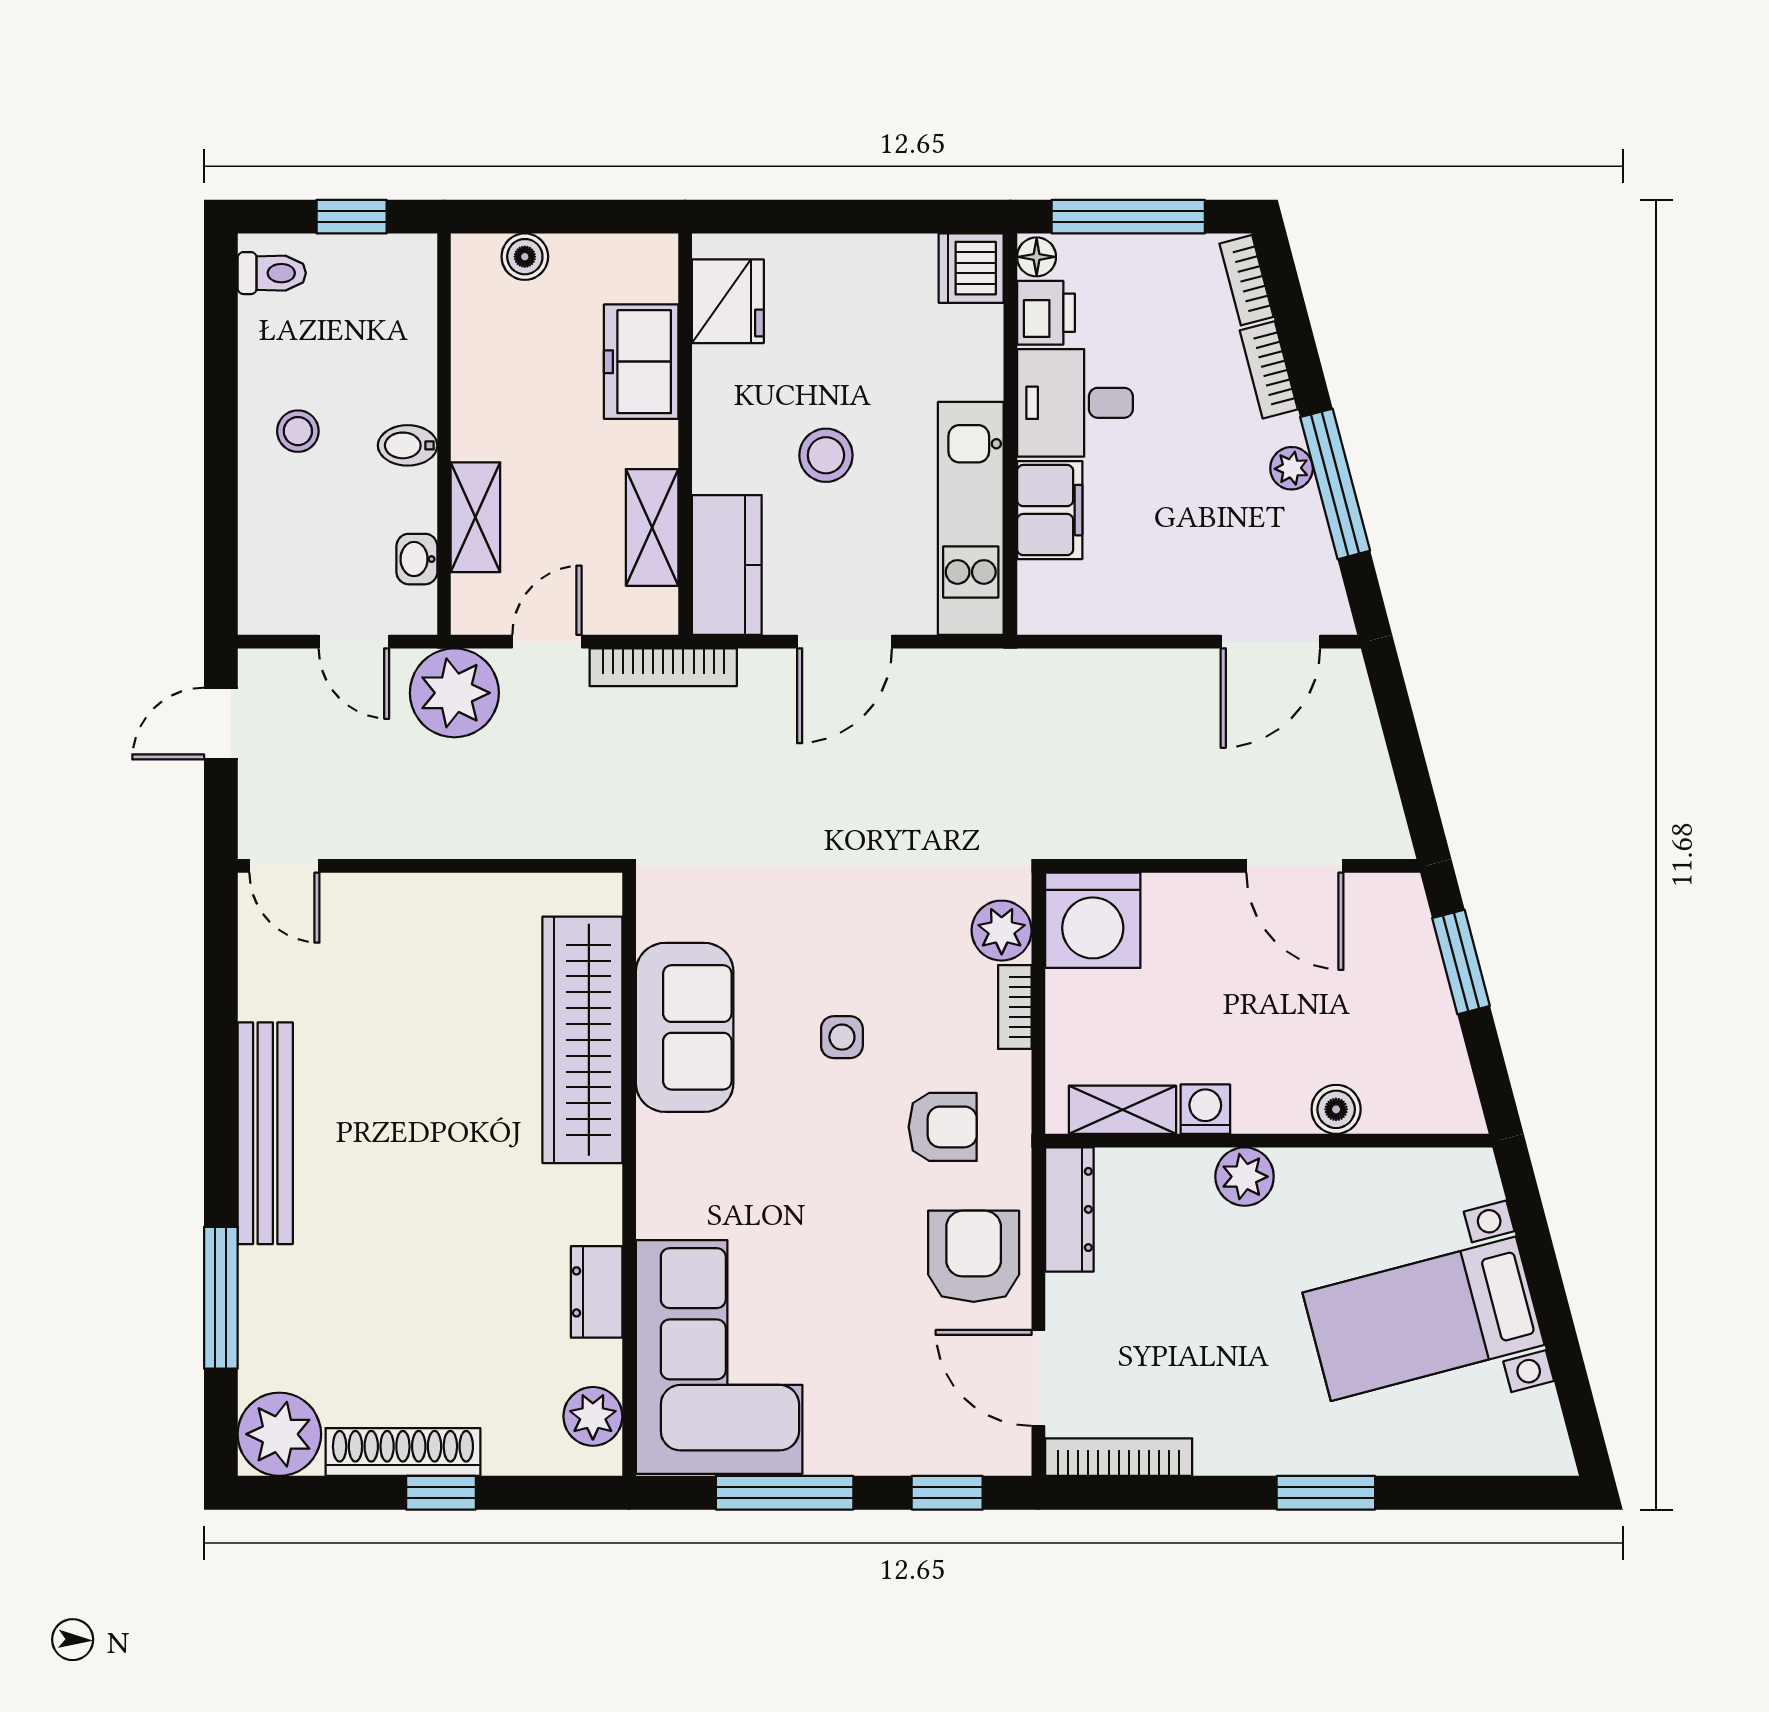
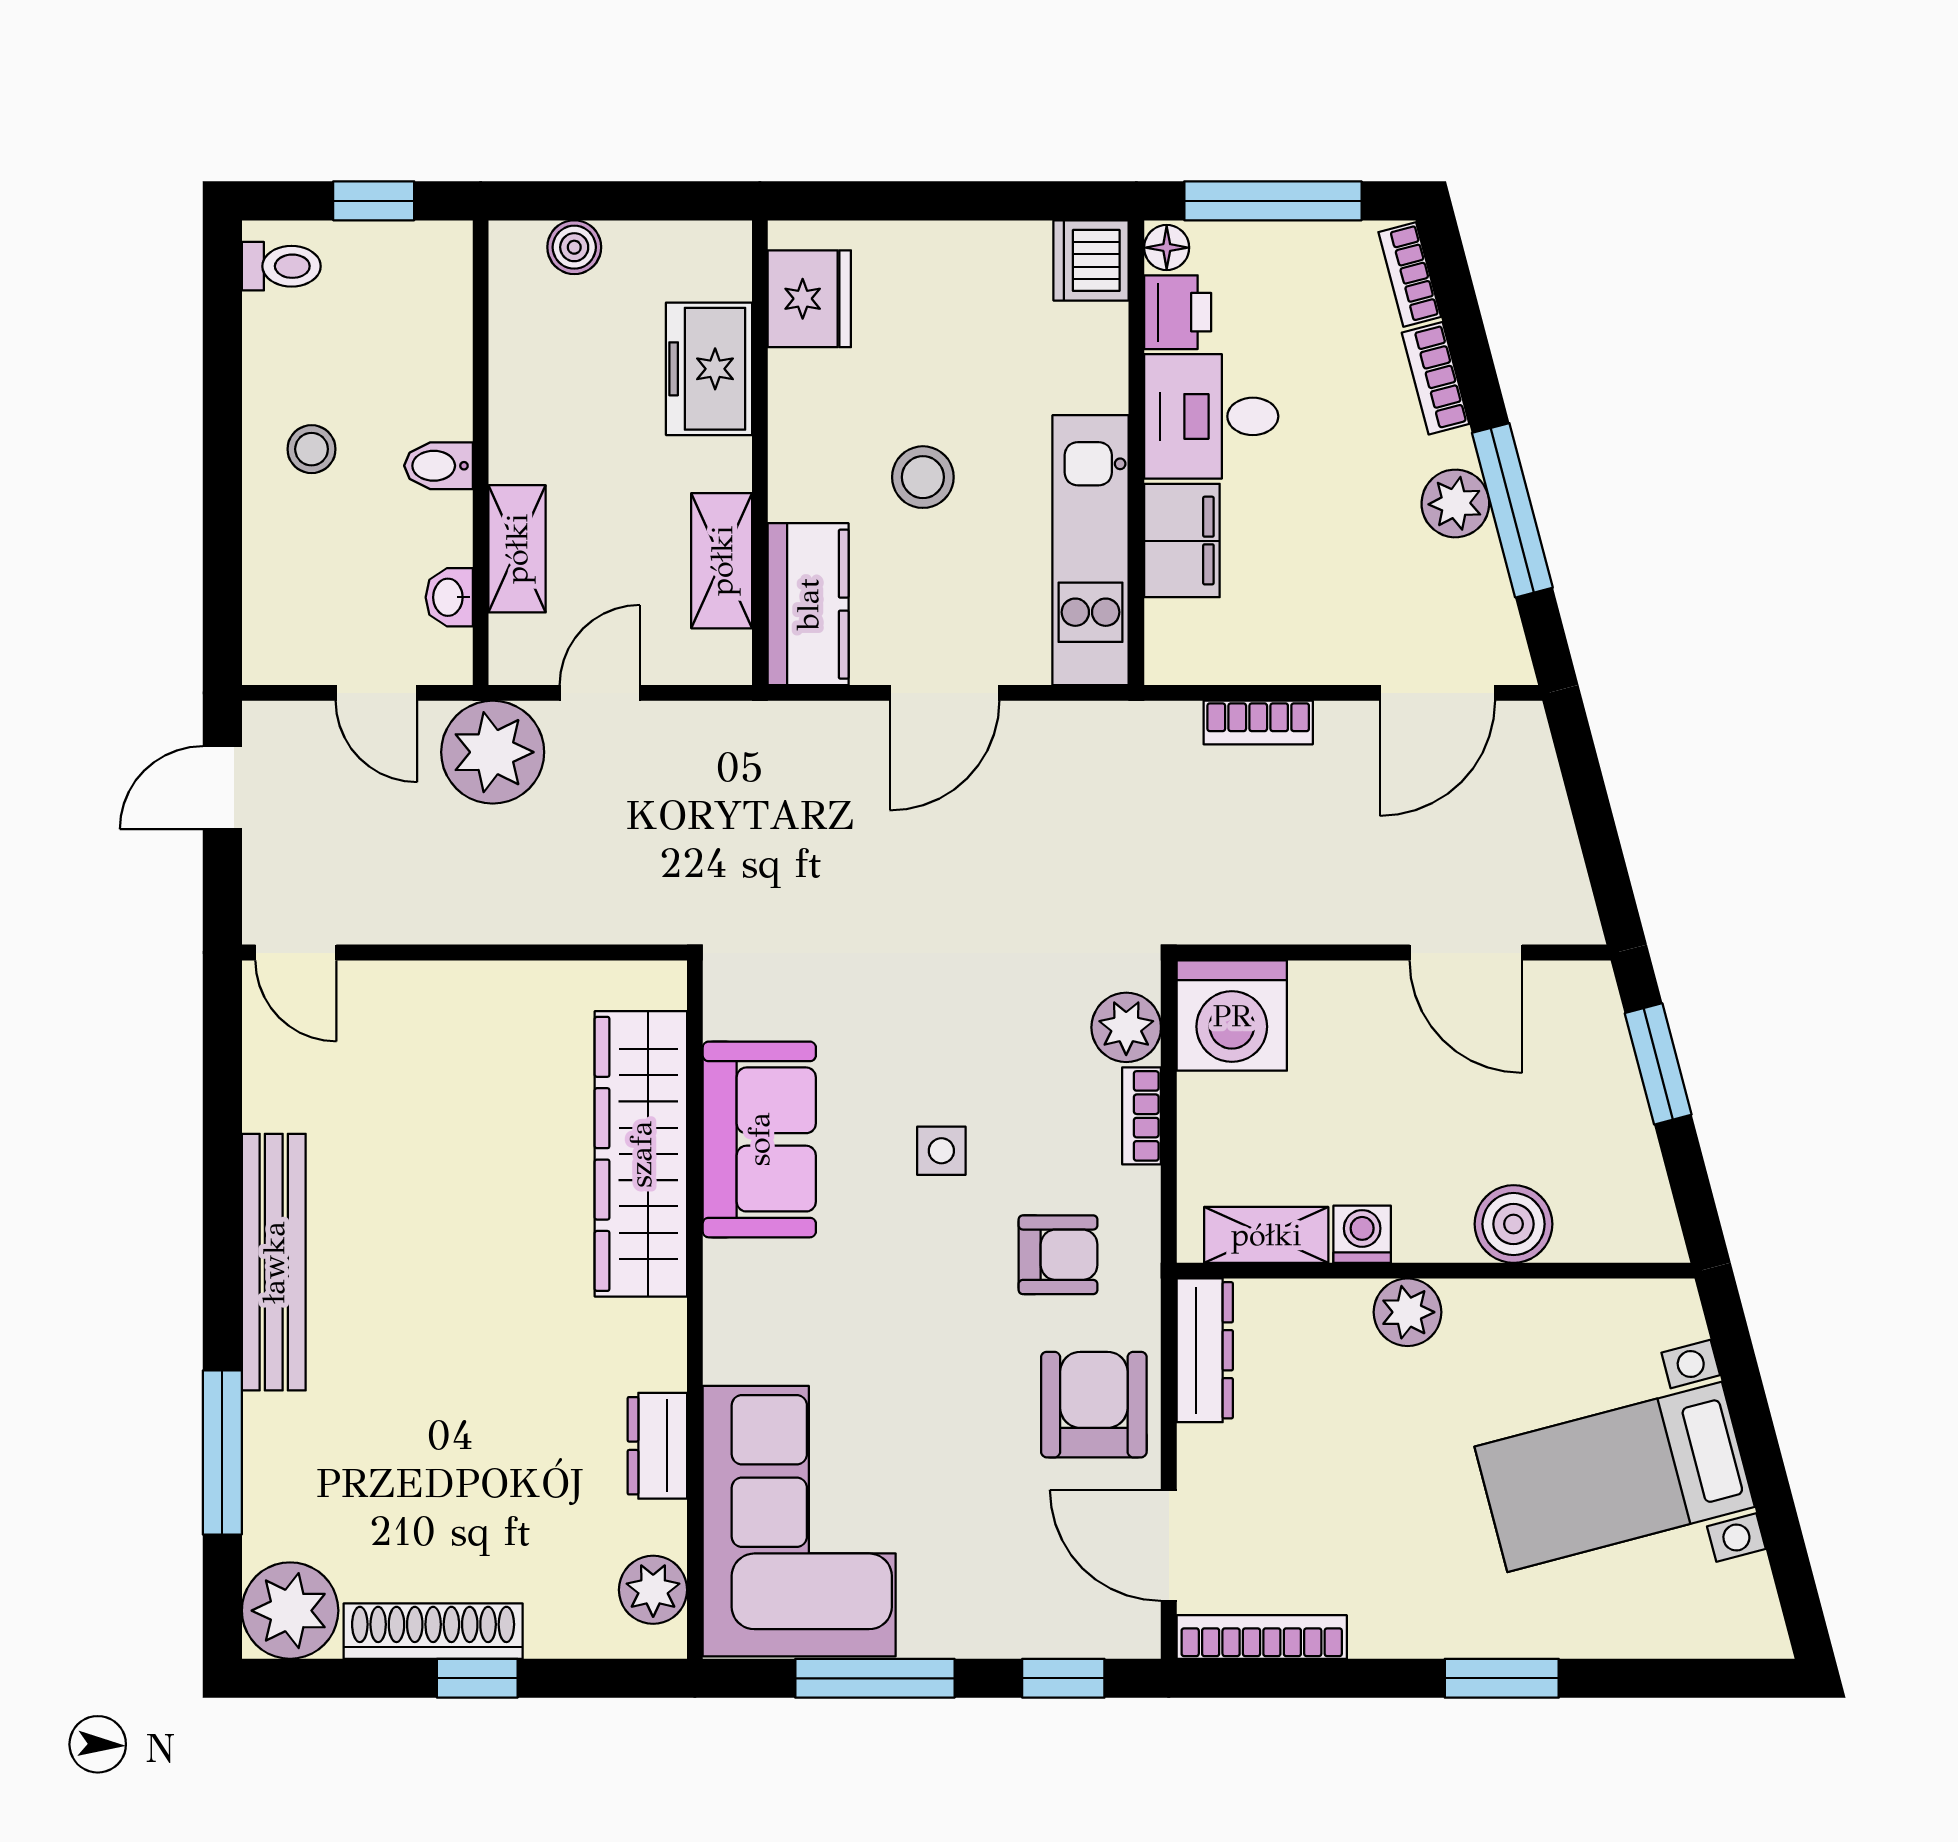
plant: (1292, 468) -> (1455, 503), width x1.38, depth x1.38
bookcase: (663, 667) -> (1258, 723), moved, width x0.64
boiler: (1336, 1109) -> (1514, 1224), width x1.36, depth x1.36

